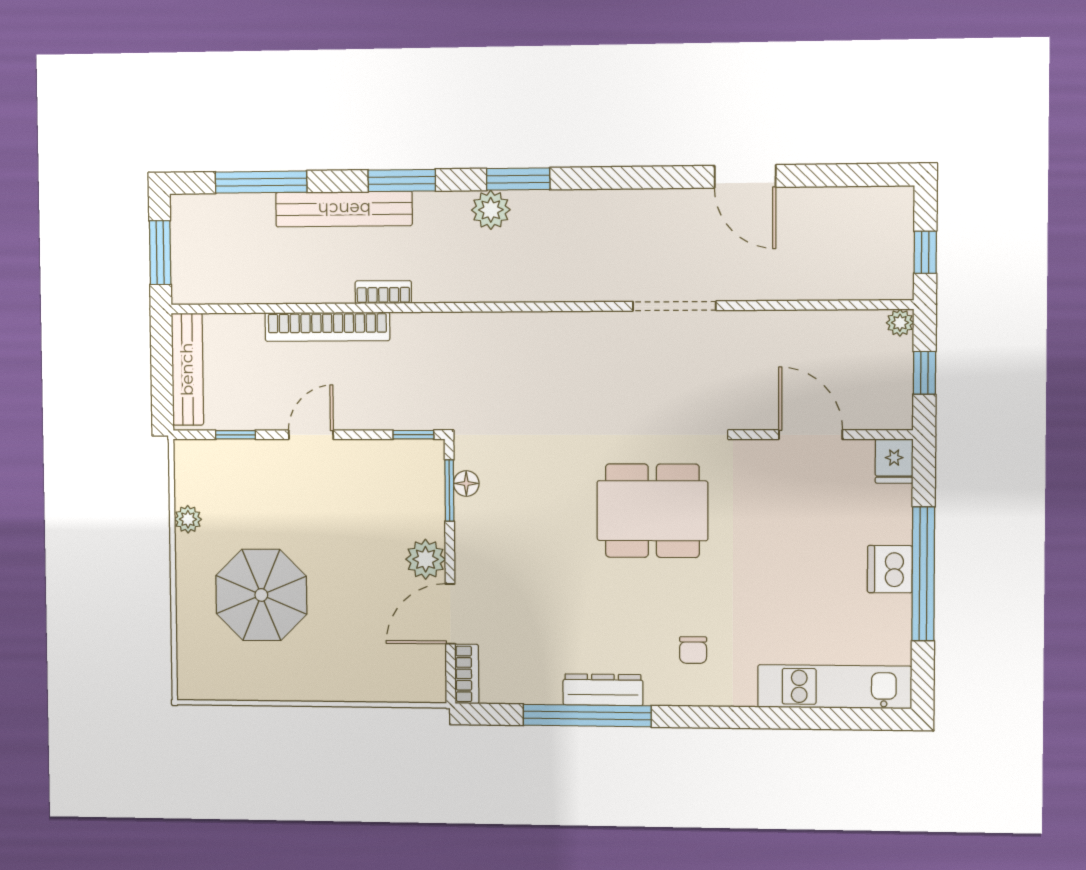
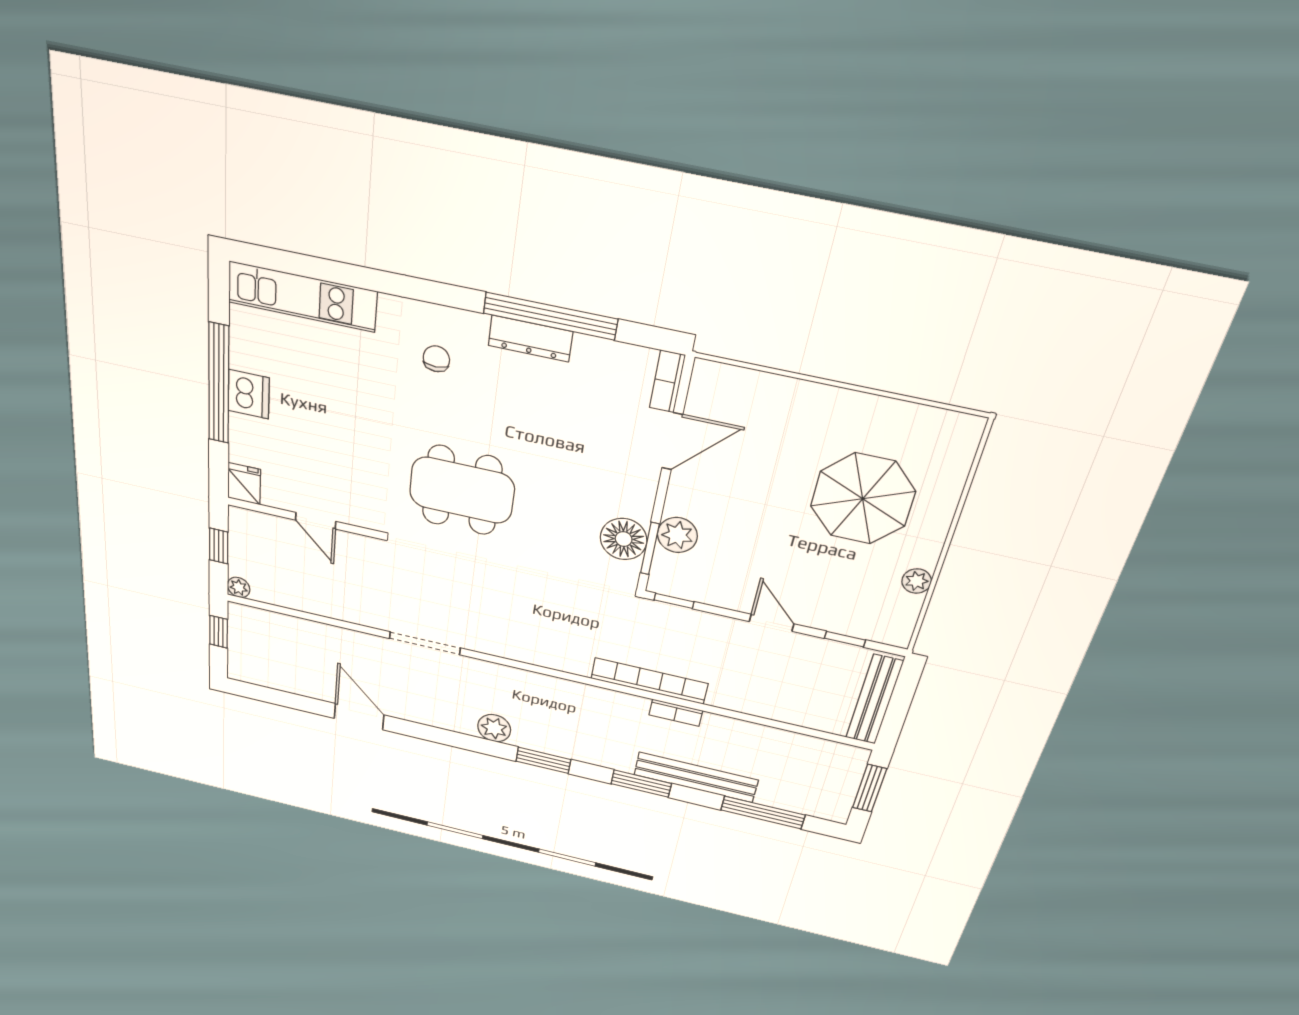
plant: (491, 210) -> (494, 728), moved
bookcase: (327, 327) -> (649, 681), moved
door: (311, 435) -> (772, 623), swing flipped
door: (811, 435) -> (316, 521), width x0.73
floor lamp: (466, 483) -> (624, 539), width x1.89, depth x1.89
plant: (426, 559) -> (677, 535), moved

